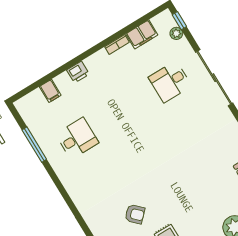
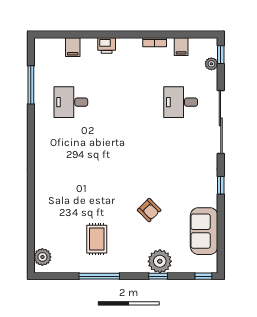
filing cabinet: (142, 34) -> (181, 47), width x0.50
desk: (77, 138) -> (71, 102), turned 180
armchair: (135, 214) -> (149, 210), moved

